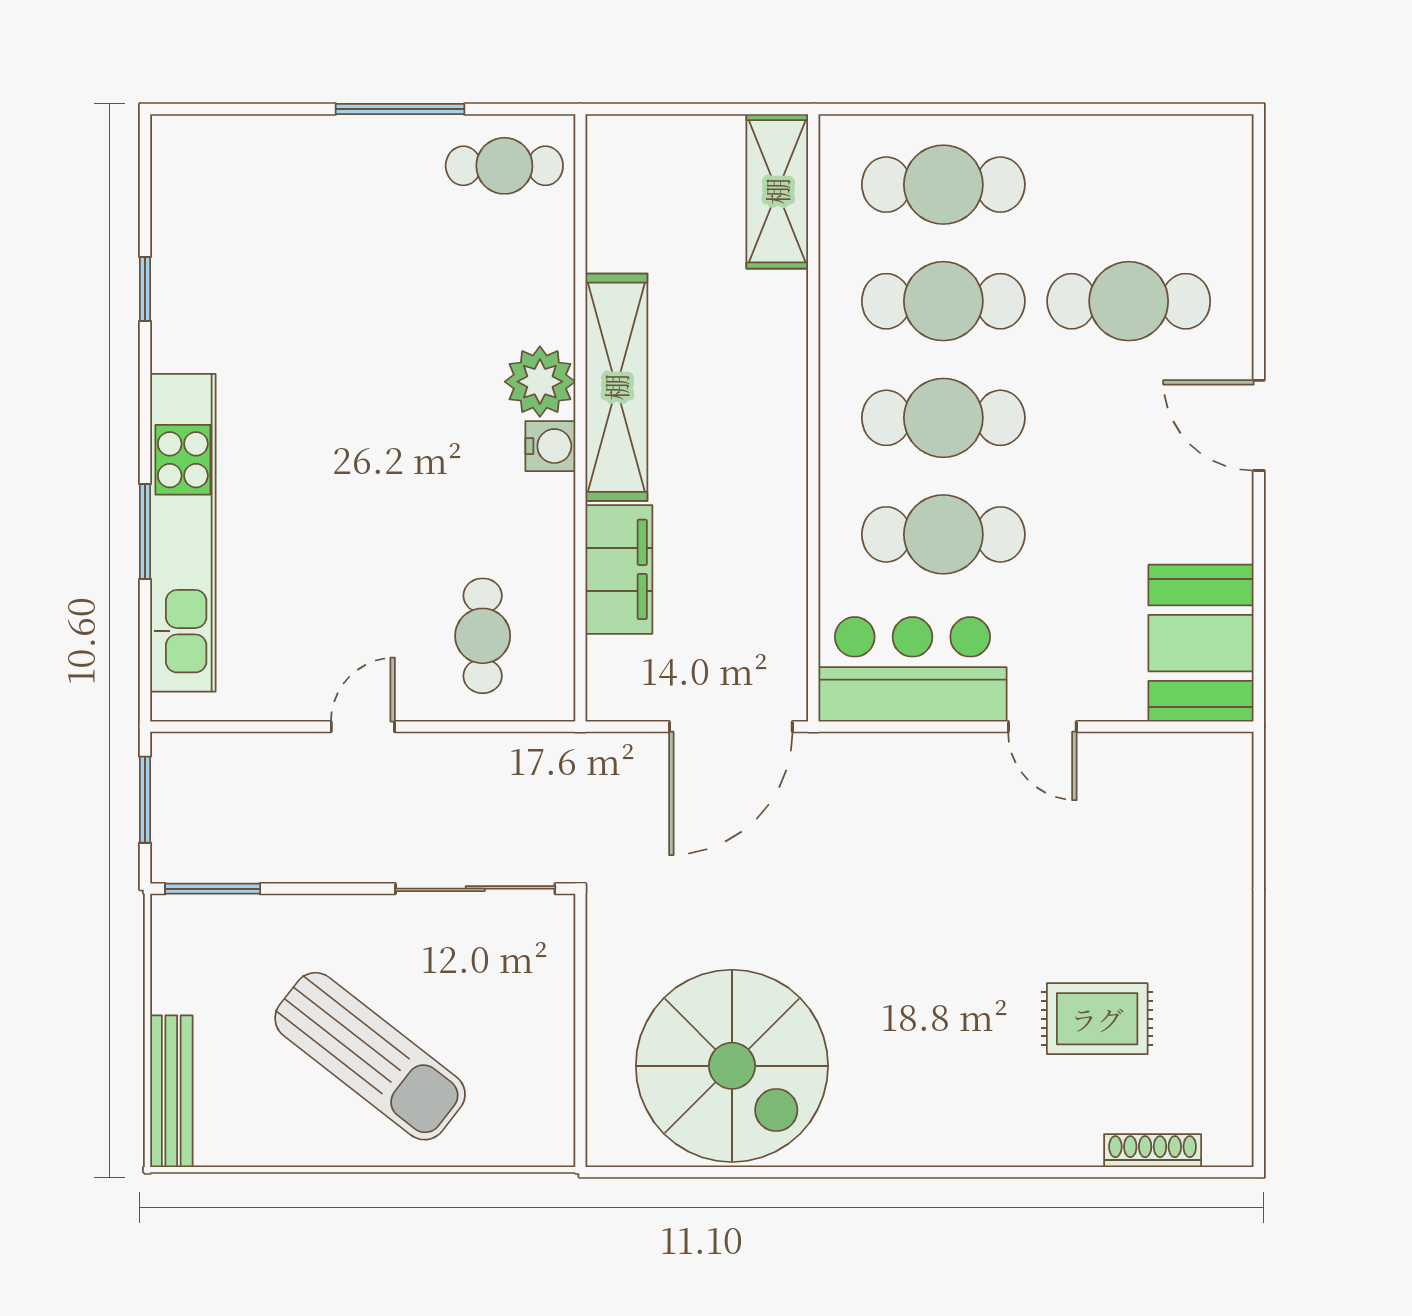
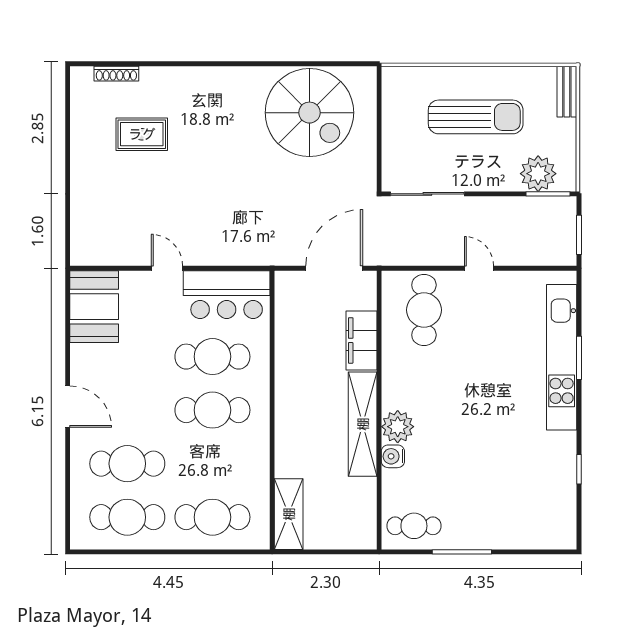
cafe table: (943, 301) -> (127, 517), moved
water cooler: (550, 446) -> (393, 456), moved
cafe table: (483, 636) -> (424, 310), width x1.37, depth x1.35
door: (363, 727) -> (479, 268), swing flipped
door: (731, 727) -> (334, 268), moved
plant: (234, 933) -> (538, 174), added
sun lounger: (370, 1056) -> (476, 117), turned 142
spiral stairs: (732, 1066) -> (309, 113), turned 180
bench: (171, 1091) -> (567, 92), width x0.73

